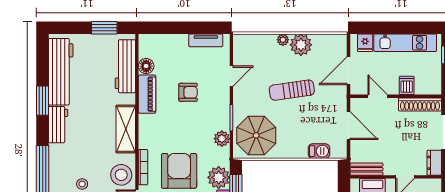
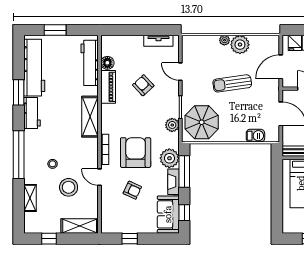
window: (104, 28) -> (55, 30), moved
door: (231, 76) -> (180, 72), swing flipped
armchair: (188, 92) -> (143, 85), turned -133
stool: (121, 175) -> (86, 156), removed

